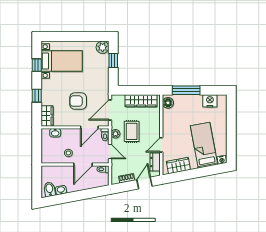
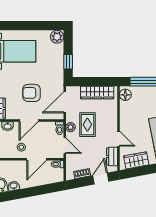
window: (113, 60) -> (68, 62), moved
door: (89, 127) -> (29, 120), moved
door: (161, 145) -> (118, 139), swing flipped

